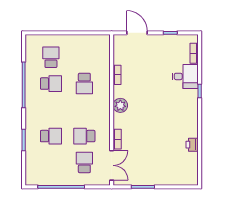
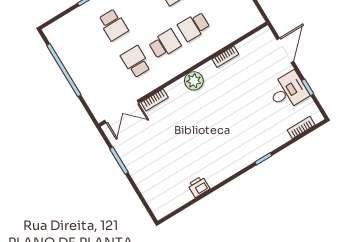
desk: (185, 76) -> (288, 91), moved, turned -90
school desk: (84, 162) -> (165, 44), moved

